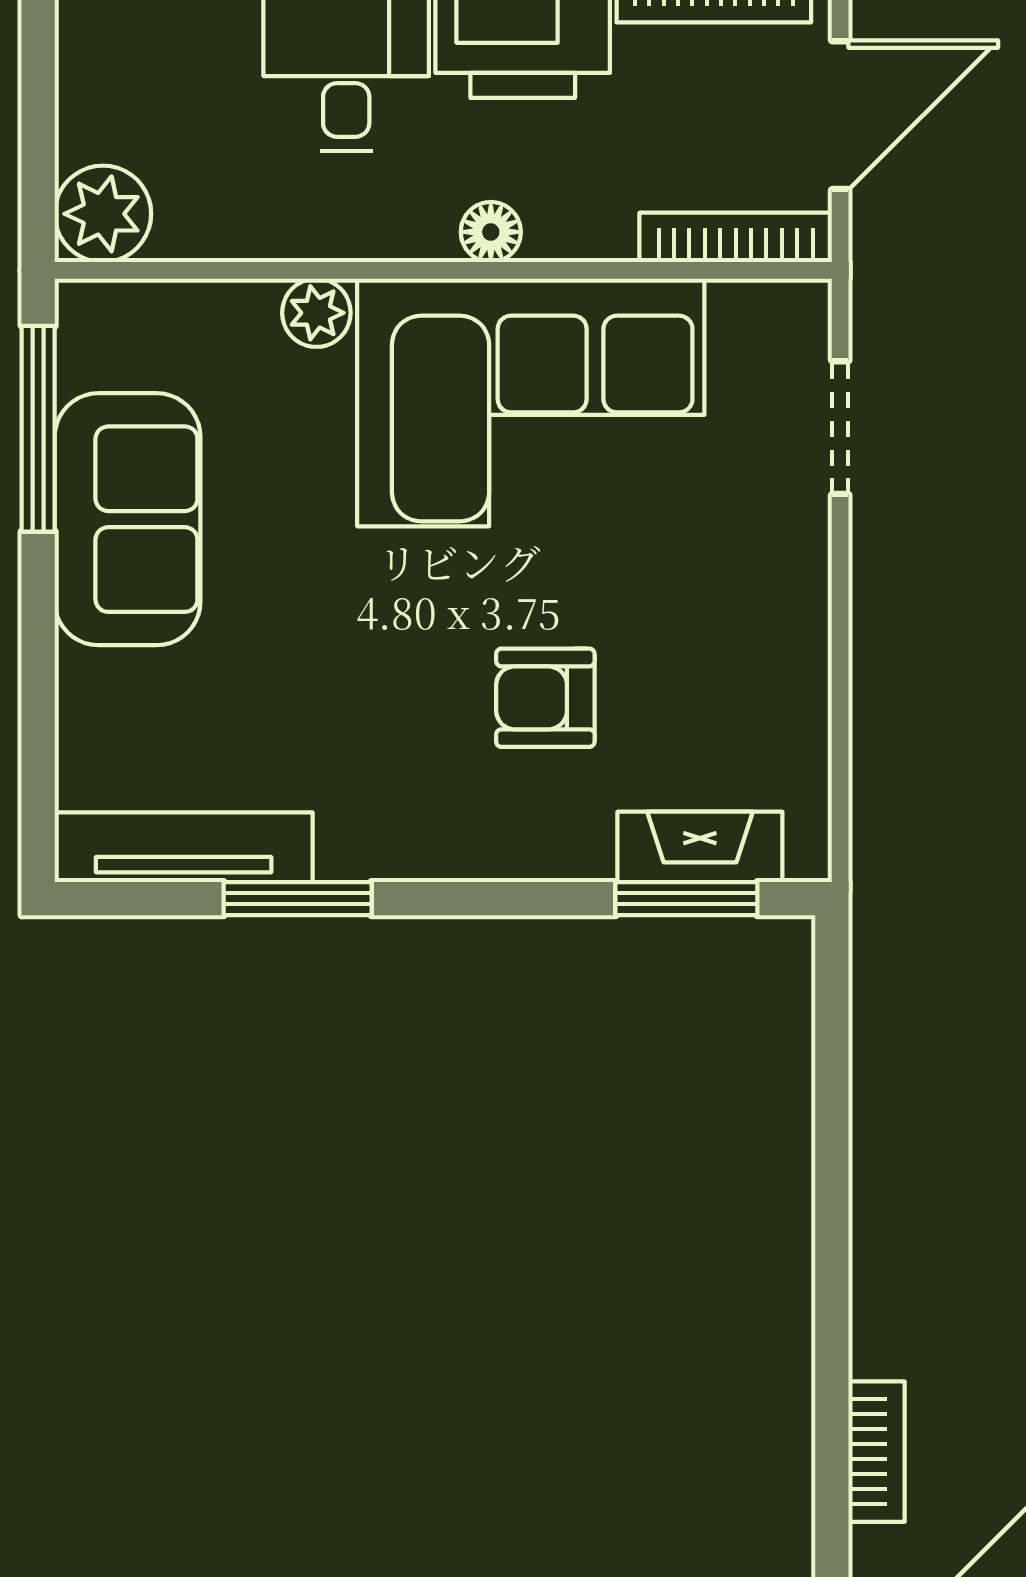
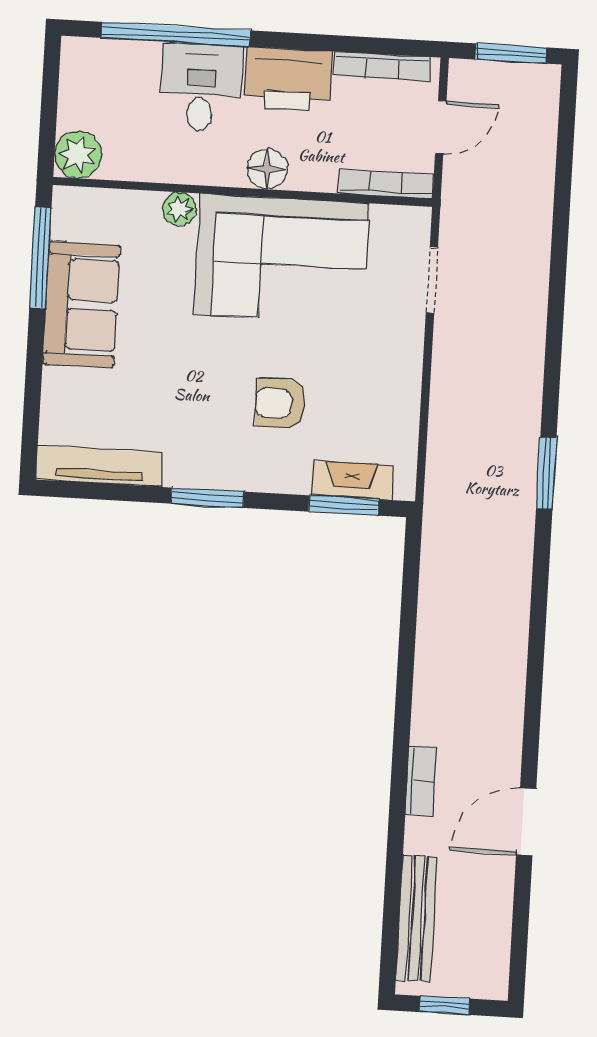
door: (840, 115) -> (441, 127), width x0.73
floor lamp: (491, 232) -> (267, 169), width x1.37, depth x1.37
window: (298, 899) -> (208, 498), moved

